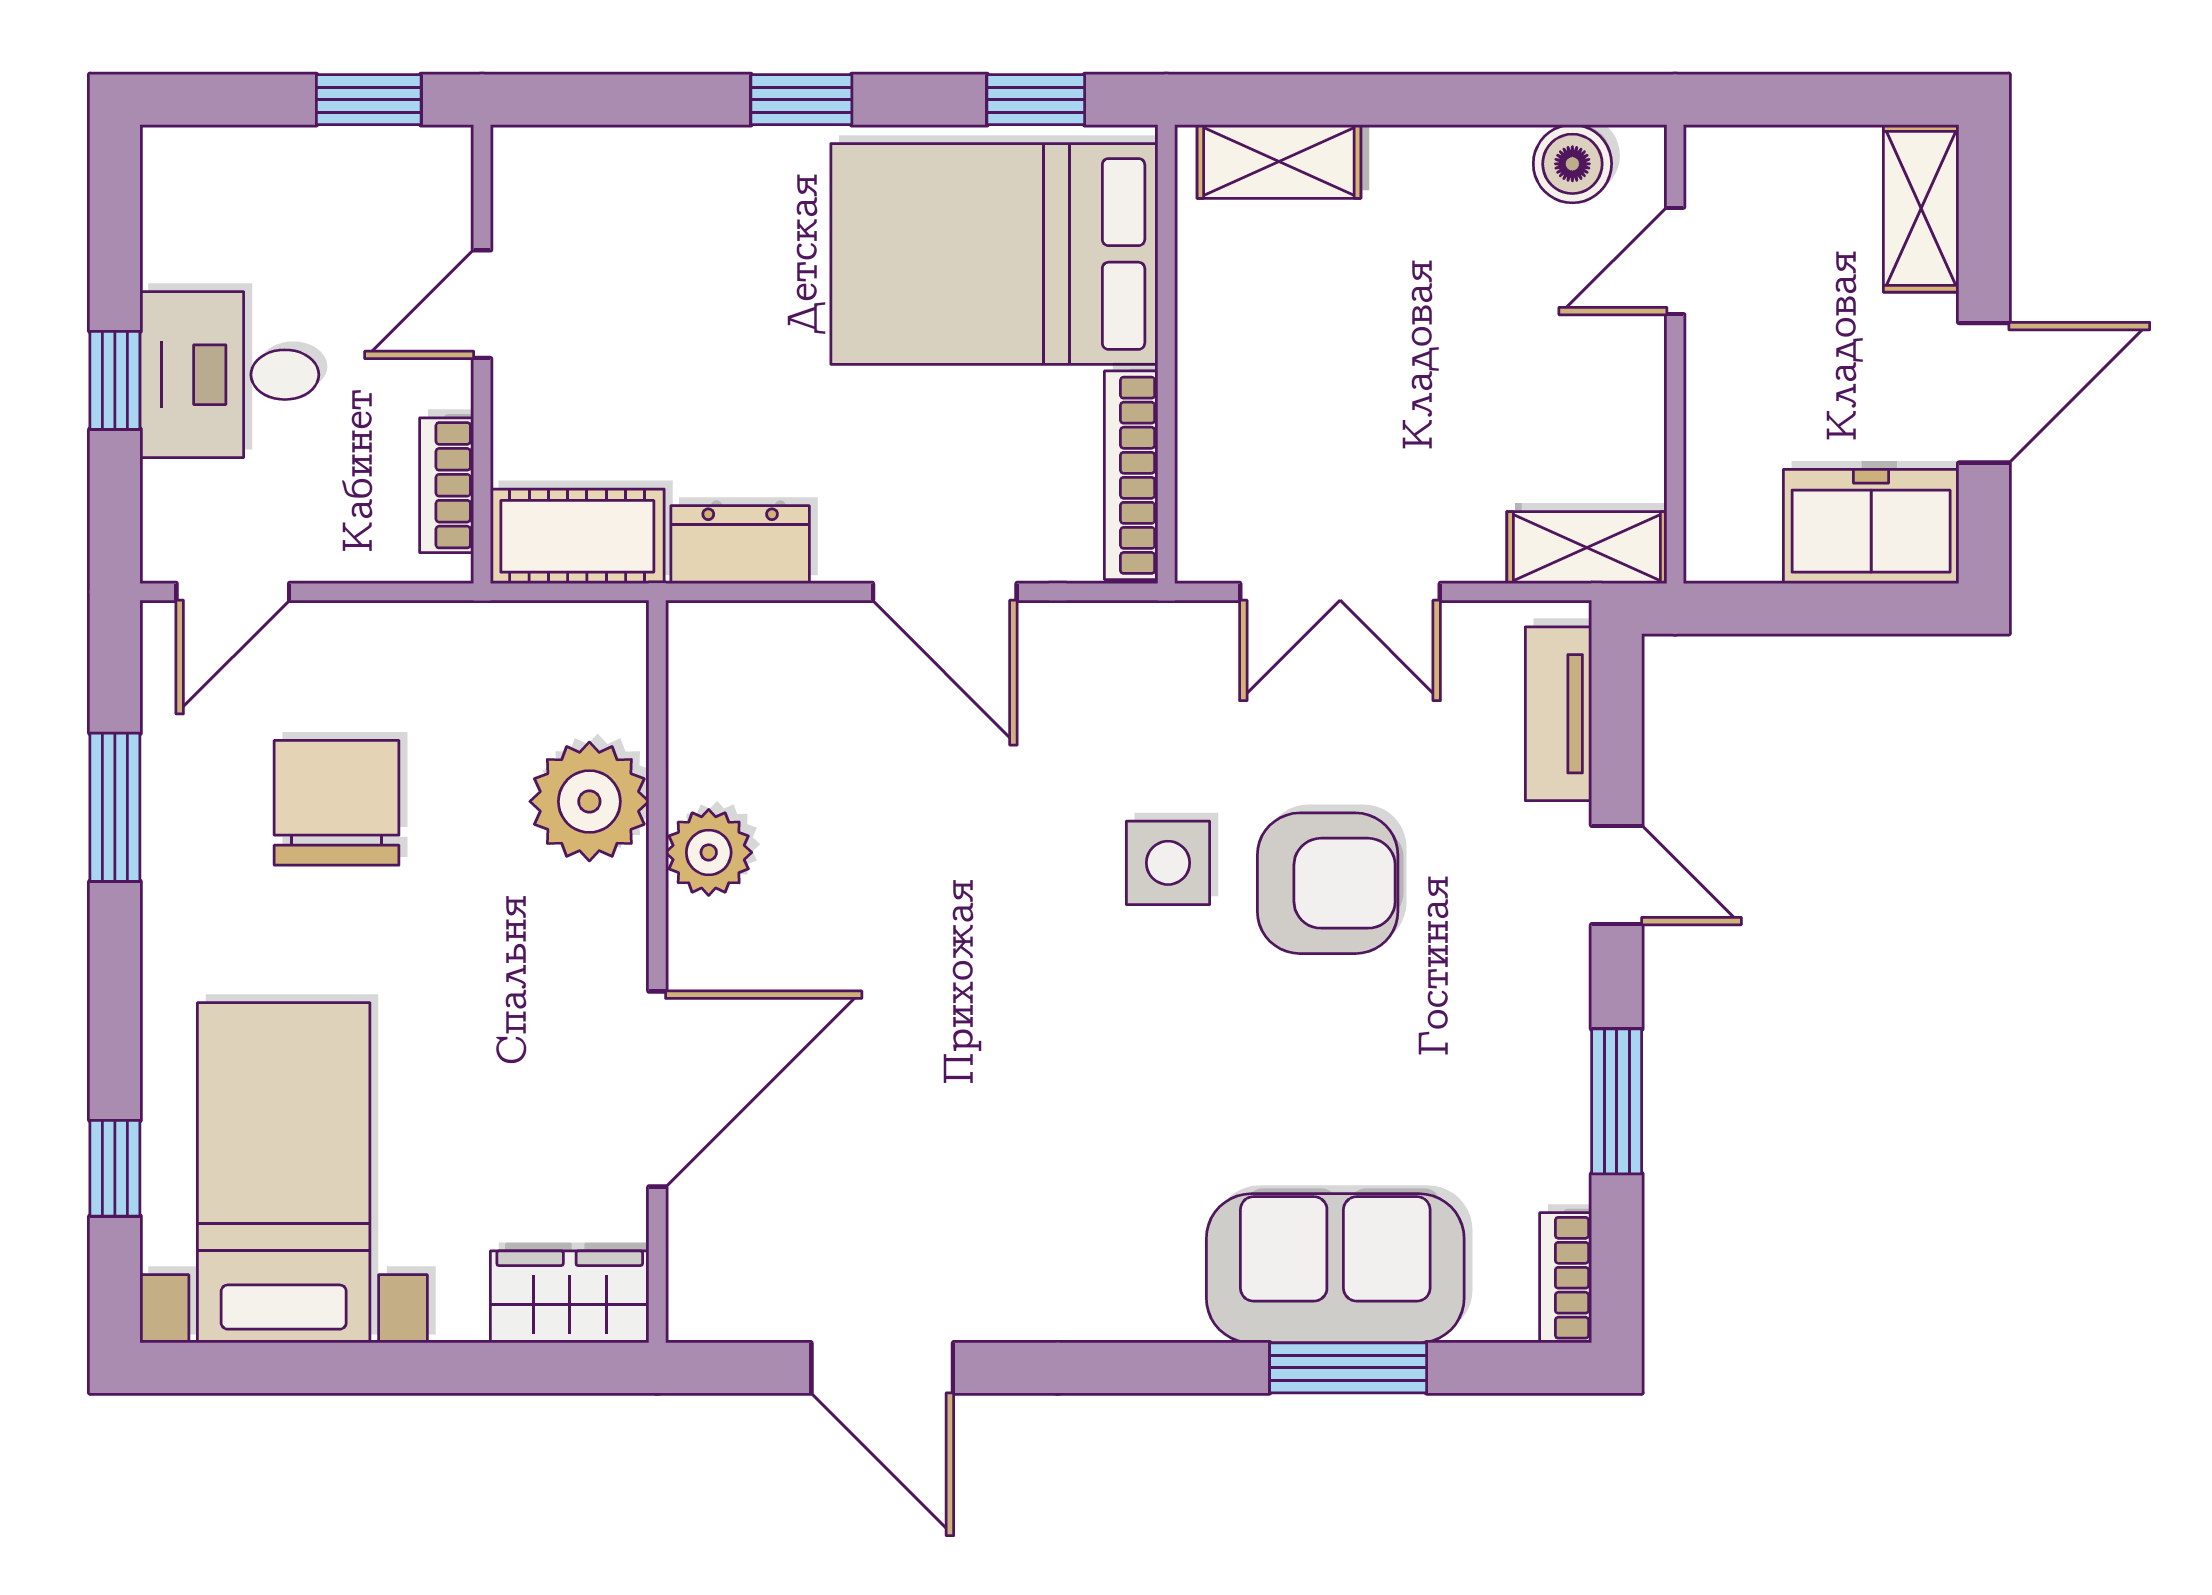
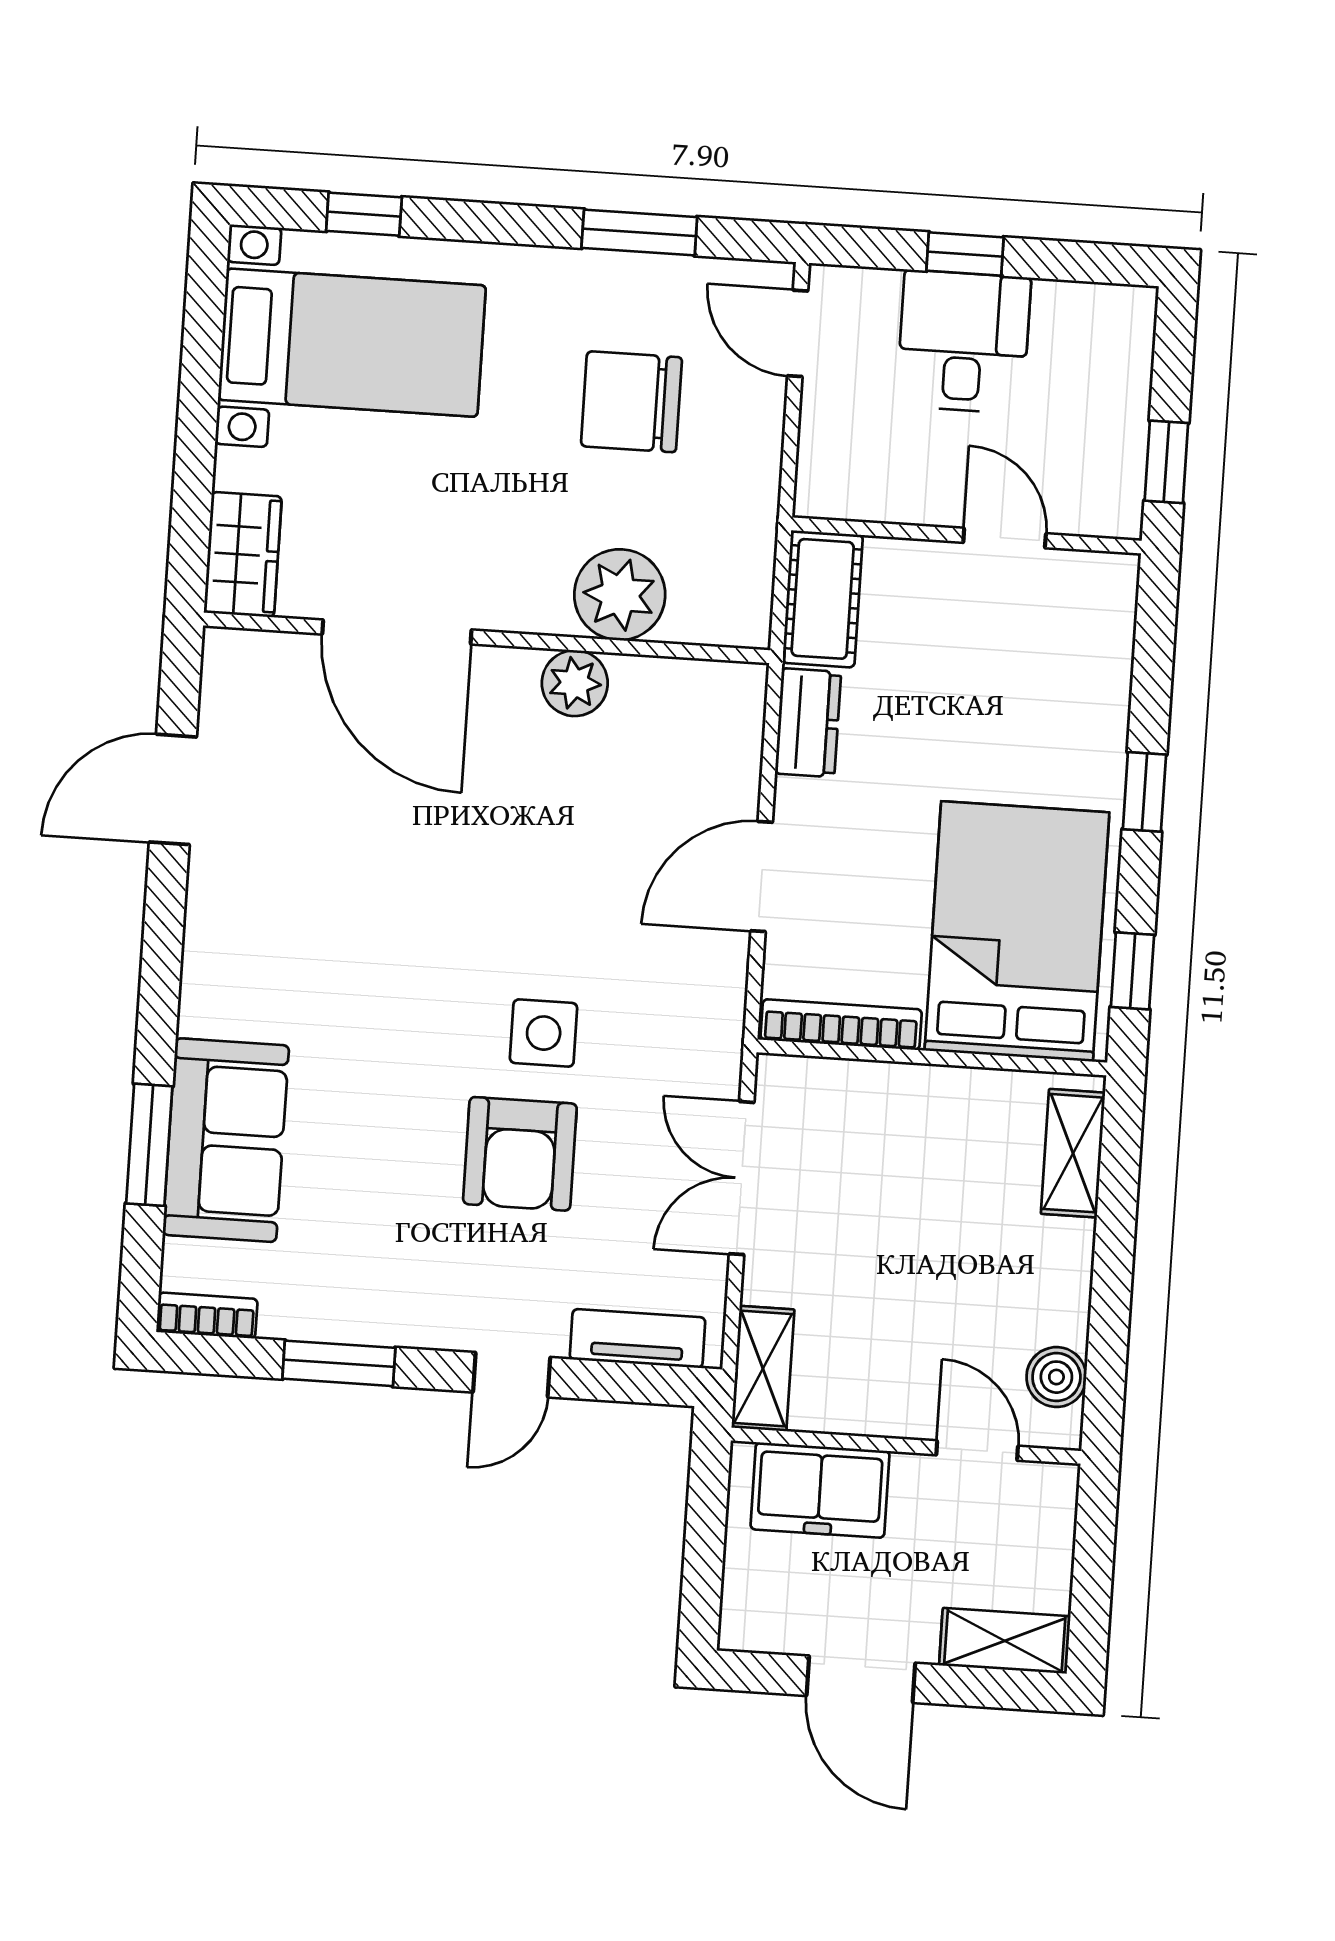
bookcase: (447, 485) -> (868, 502), removed
freezer: (1871, 527) -> (820, 1490), moved, turned 90
chair: (337, 803) -> (632, 402), turned 180

